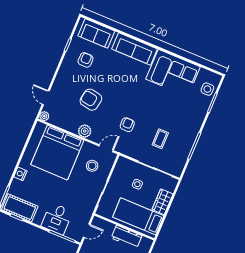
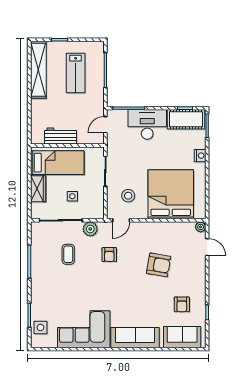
plant: (85, 131) -> (90, 229), moved
desk: (57, 219) -> (147, 124), width x1.37

